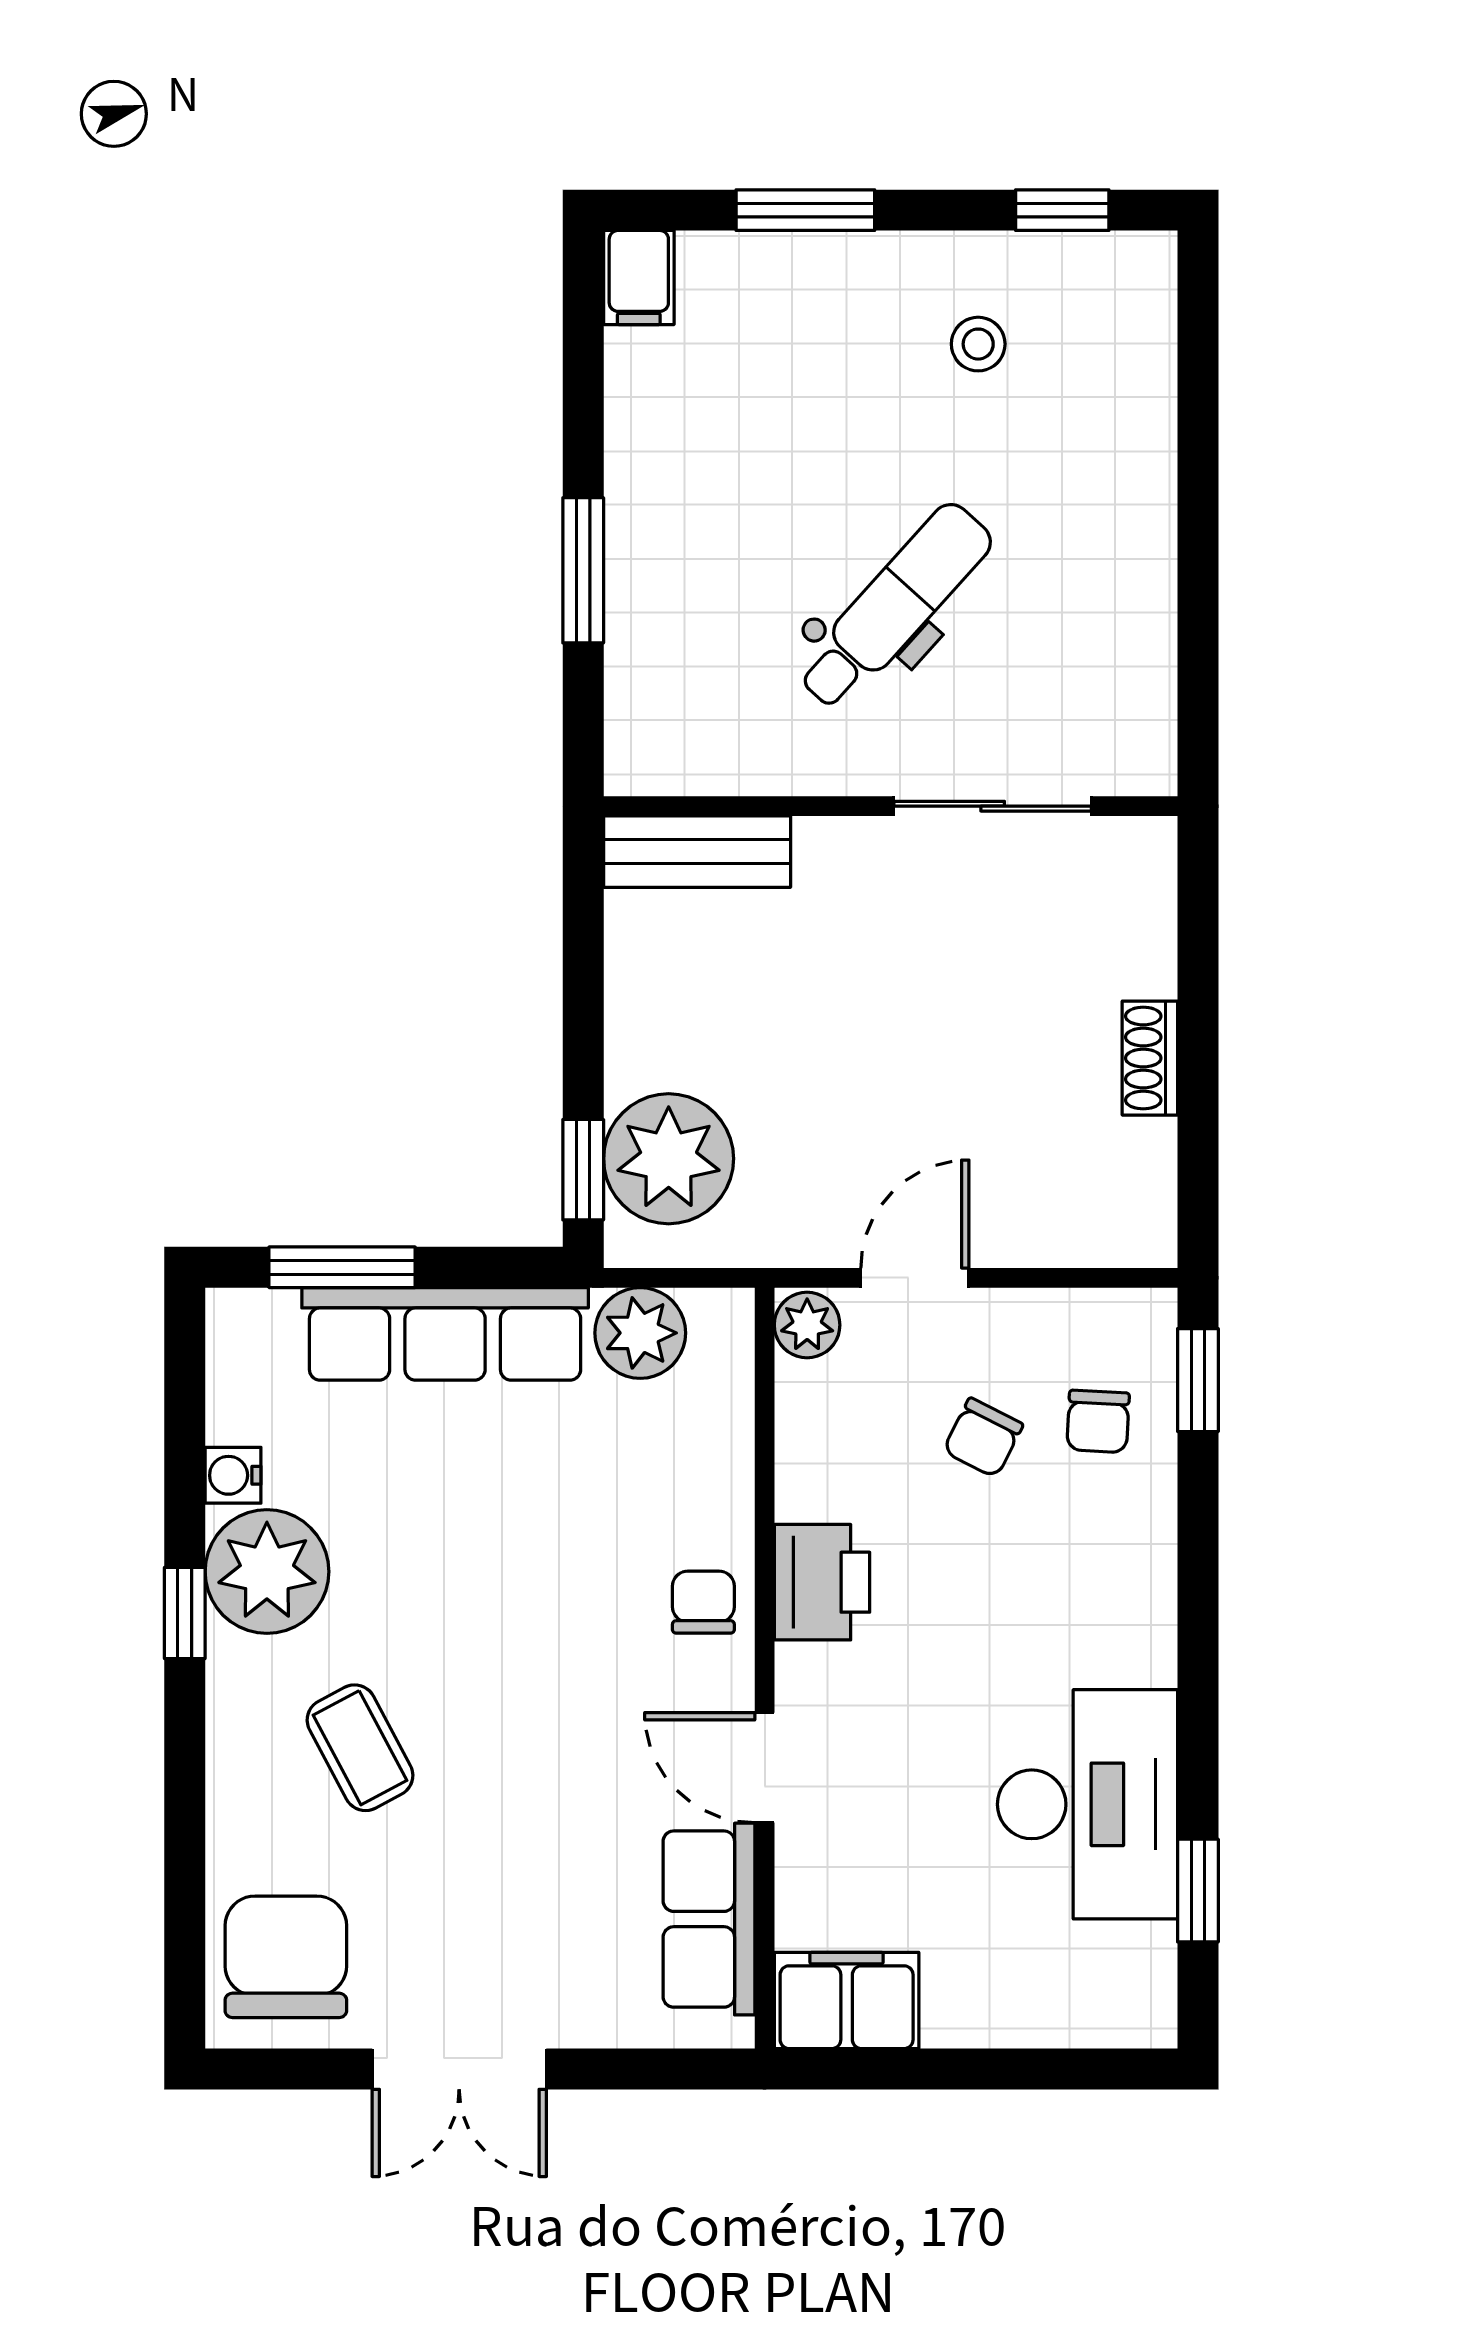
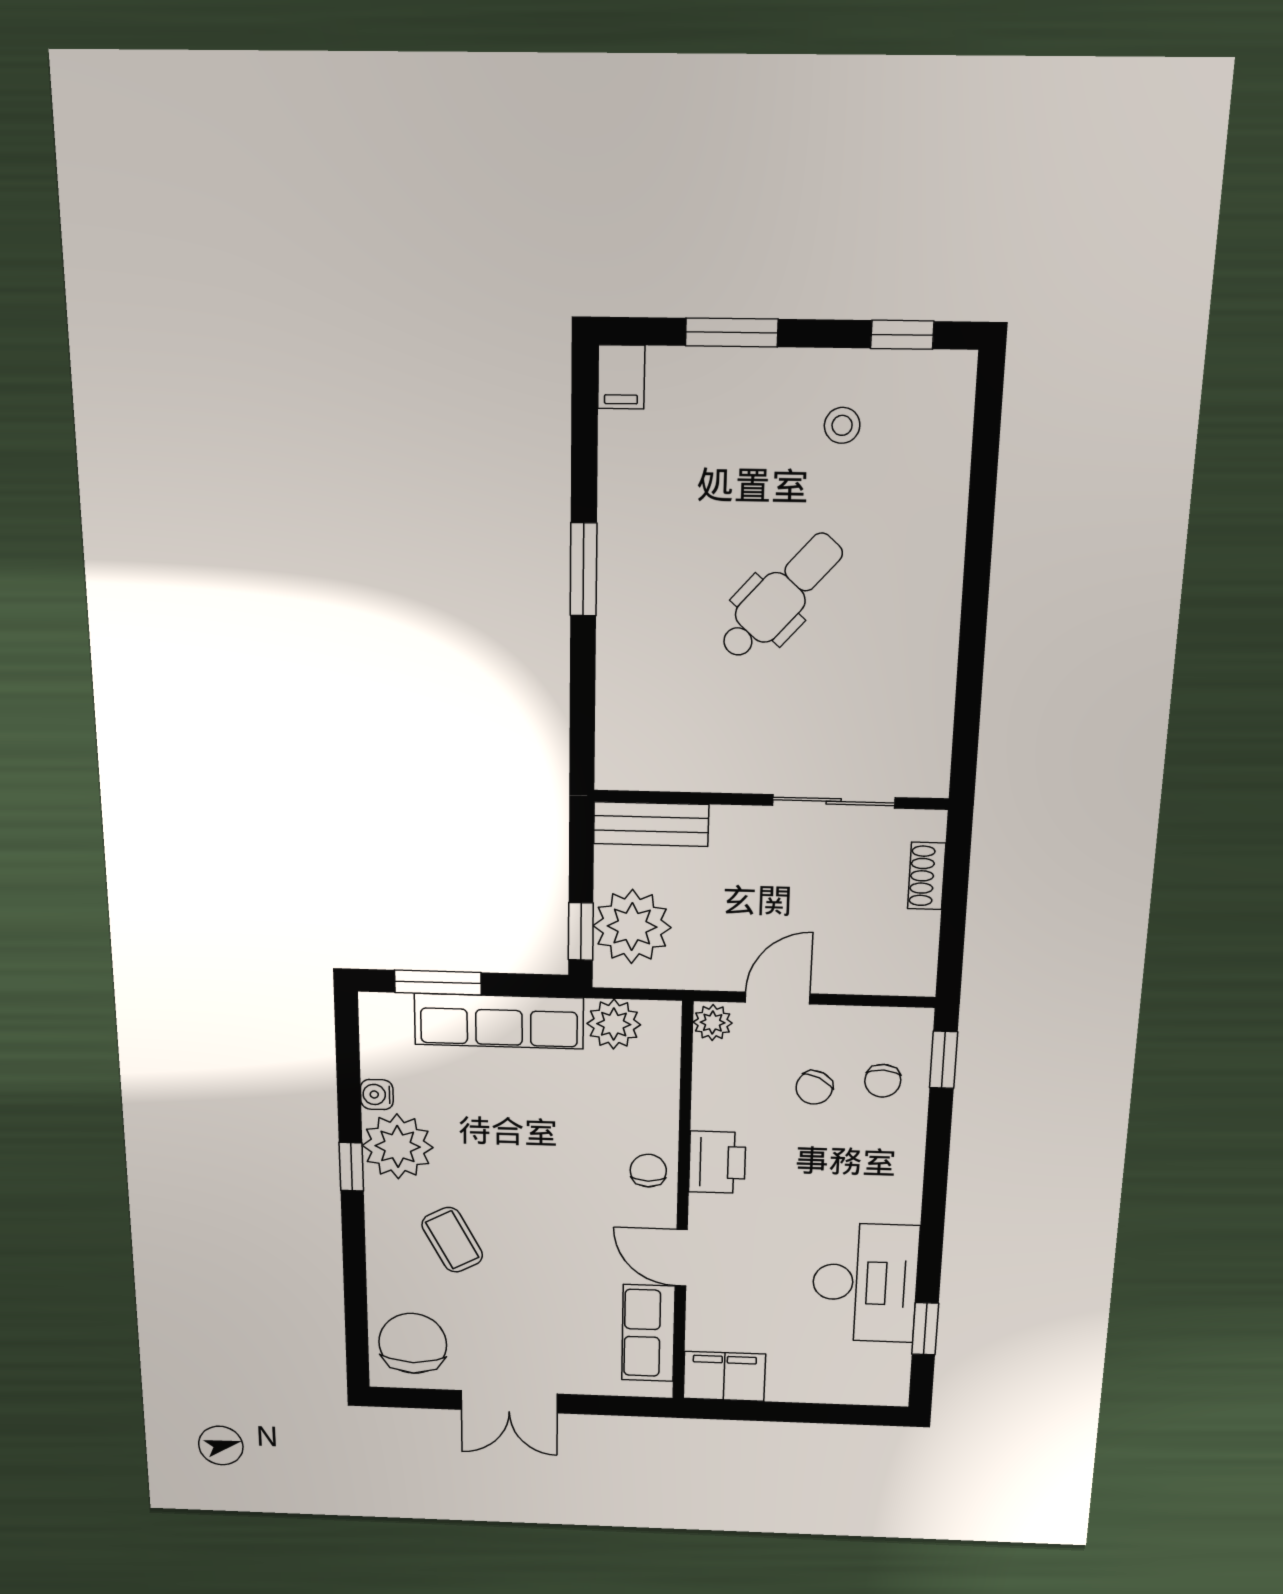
wall: (891, 806) -> (771, 800), moved
sliding door: (993, 806) -> (834, 801), moved
bench: (697, 852) -> (651, 824), moved

